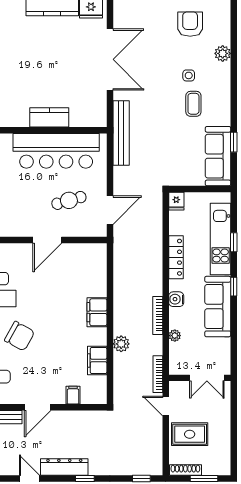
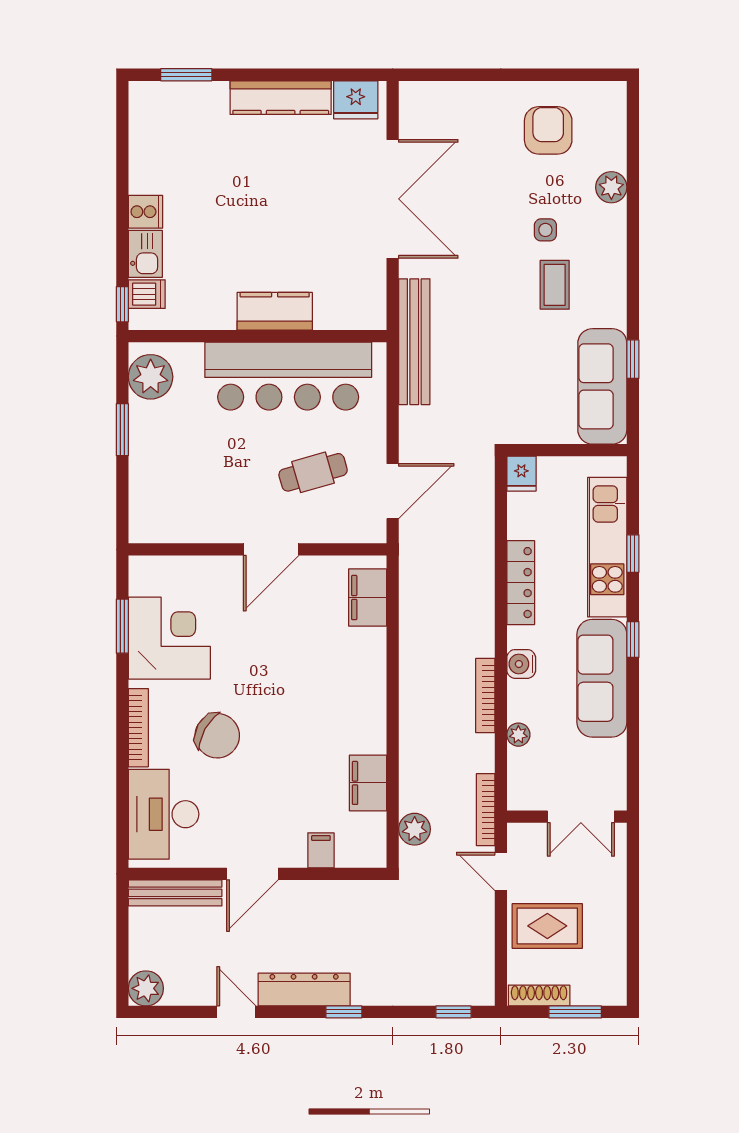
filing cabinet: (97, 312) -> (368, 598), moved
plant: (121, 344) -> (415, 829), moved

